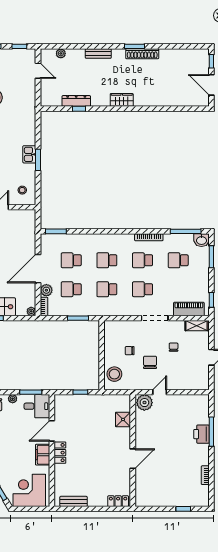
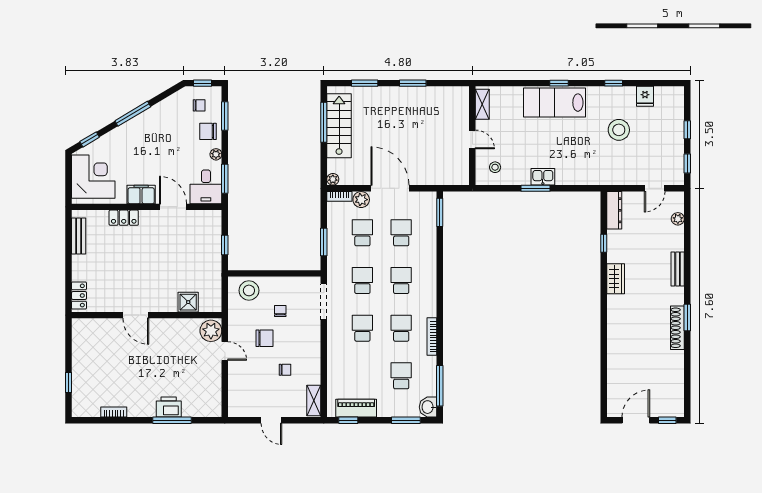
wardrobe: (122, 100) -> (616, 279), moved
dresser: (76, 101) -> (614, 210), moved
piano: (189, 309) -> (356, 408), moved, turned -90
doorway: (155, 318) -> (324, 302), moved
locker: (60, 453) -> (124, 218), moved

